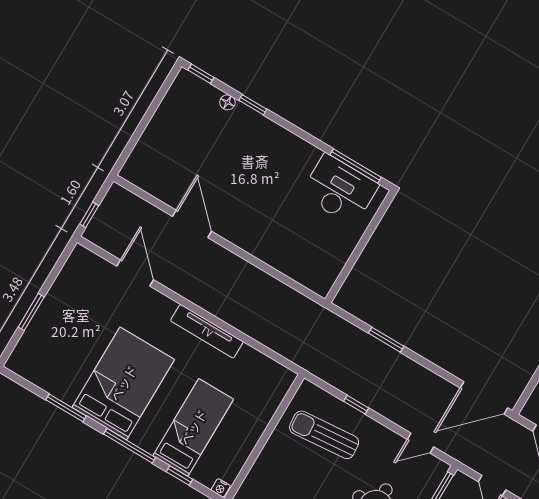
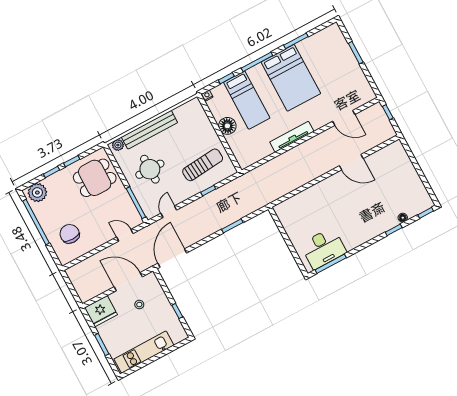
floor lamp: (247, 433) -> (227, 126), added

